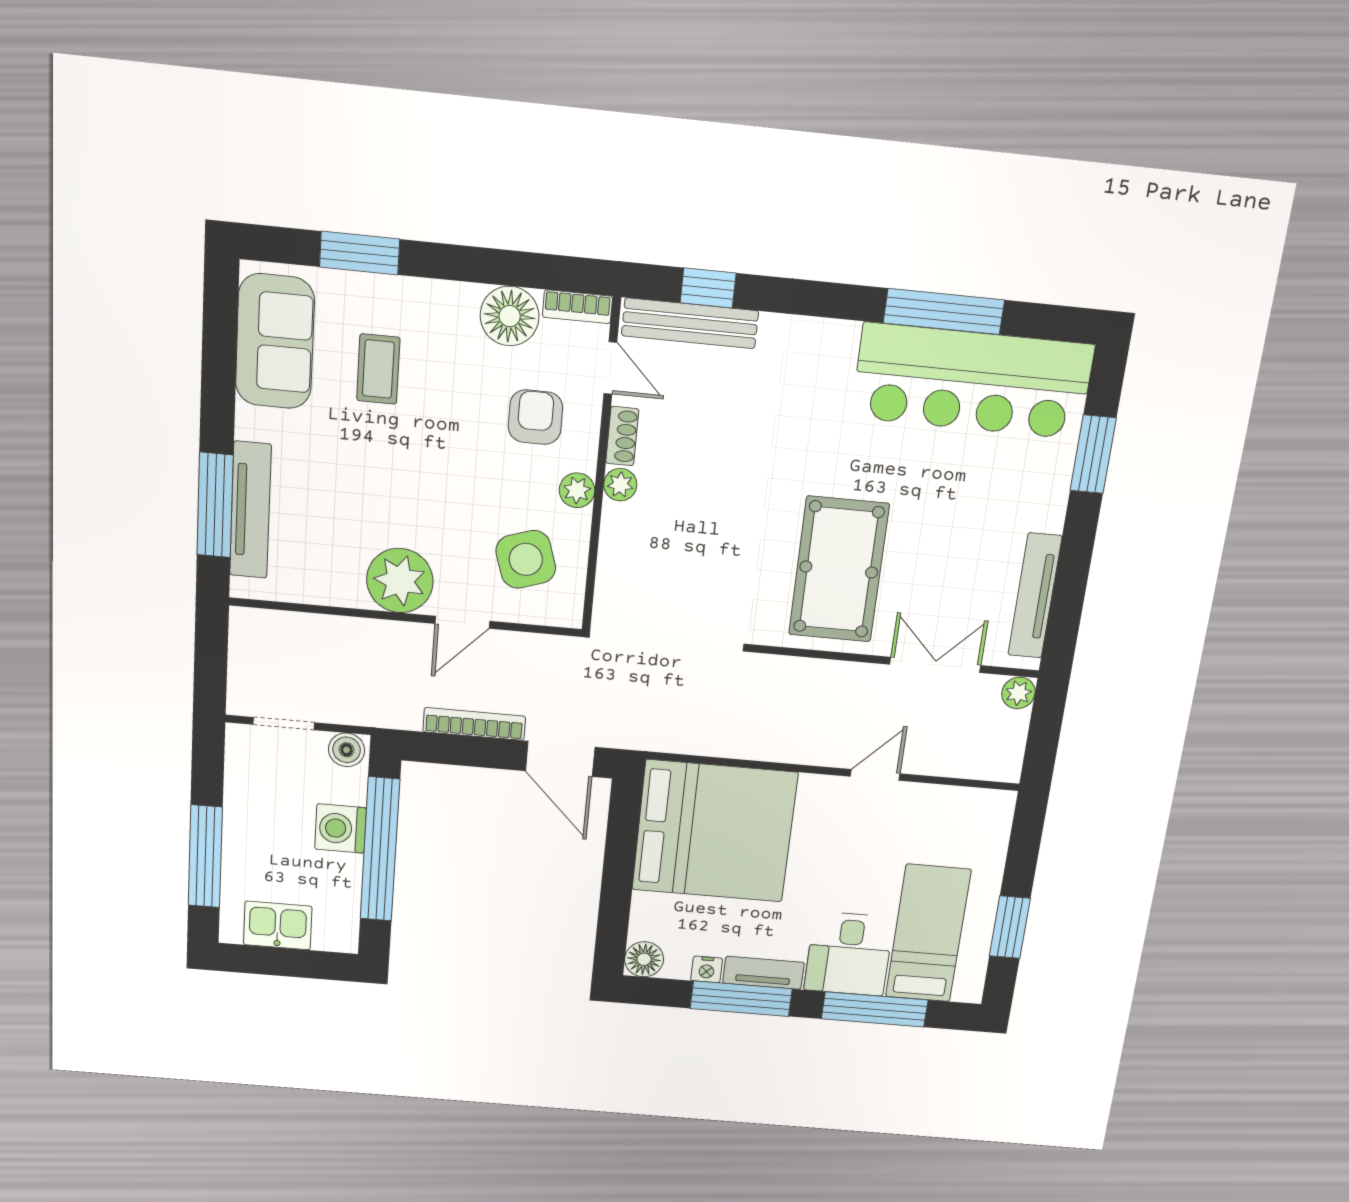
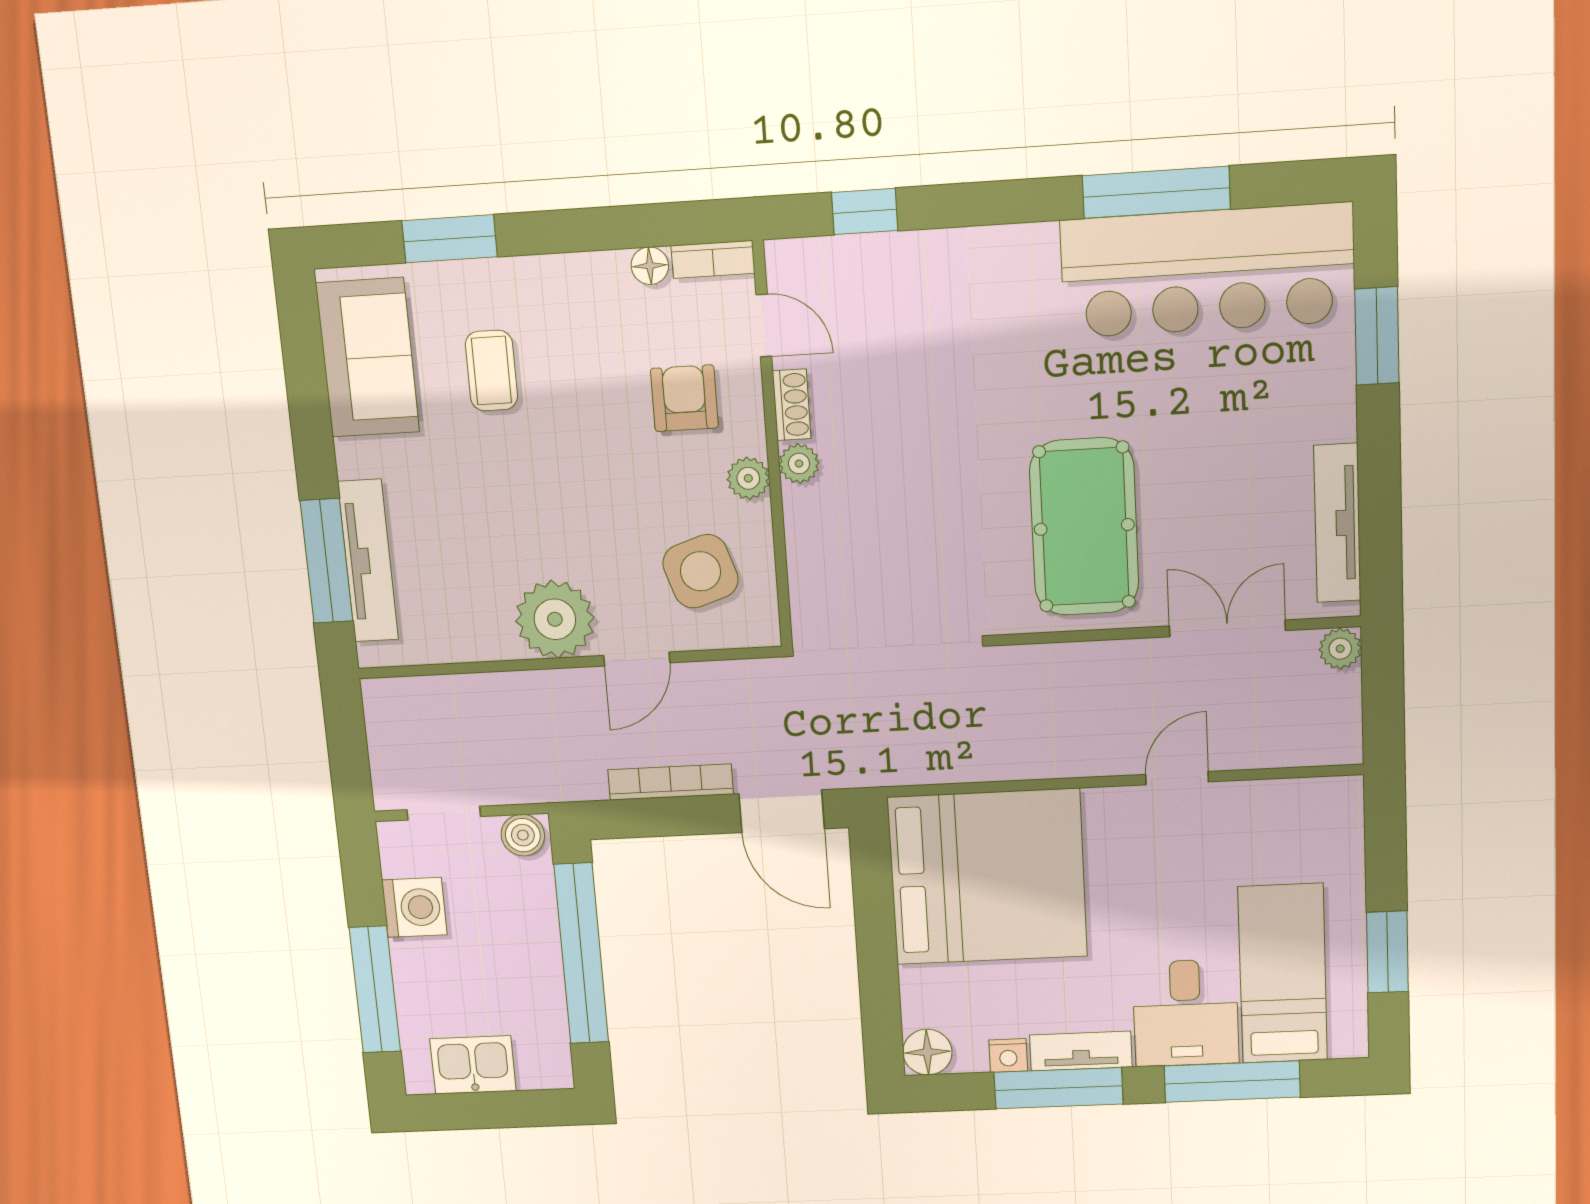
floor lamp: (510, 316) -> (650, 266), width x0.53, depth x0.53
bench: (690, 323) -> (850, 257), removed
washing machine: (341, 829) -> (414, 907), moved, turned 180

